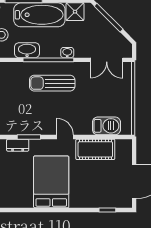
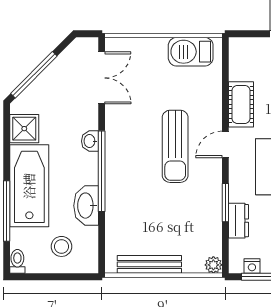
sun lounger: (52, 83) -> (175, 146), moved
barbecue: (106, 126) -> (191, 52), moved, turned -90
cot: (95, 149) -> (241, 104), width x0.73, depth x0.75

